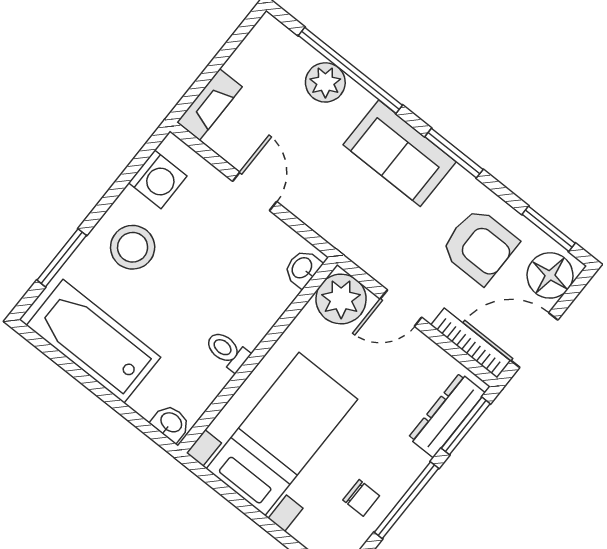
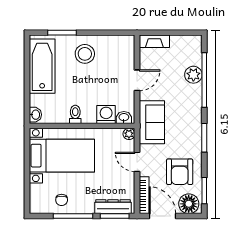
sofa: (400, 153) -> (152, 122), moved, turned 180
washing machine: (158, 179) -> (106, 114), moved, turned 180
plant: (341, 299) -> (129, 134), width x0.53, depth x0.53

